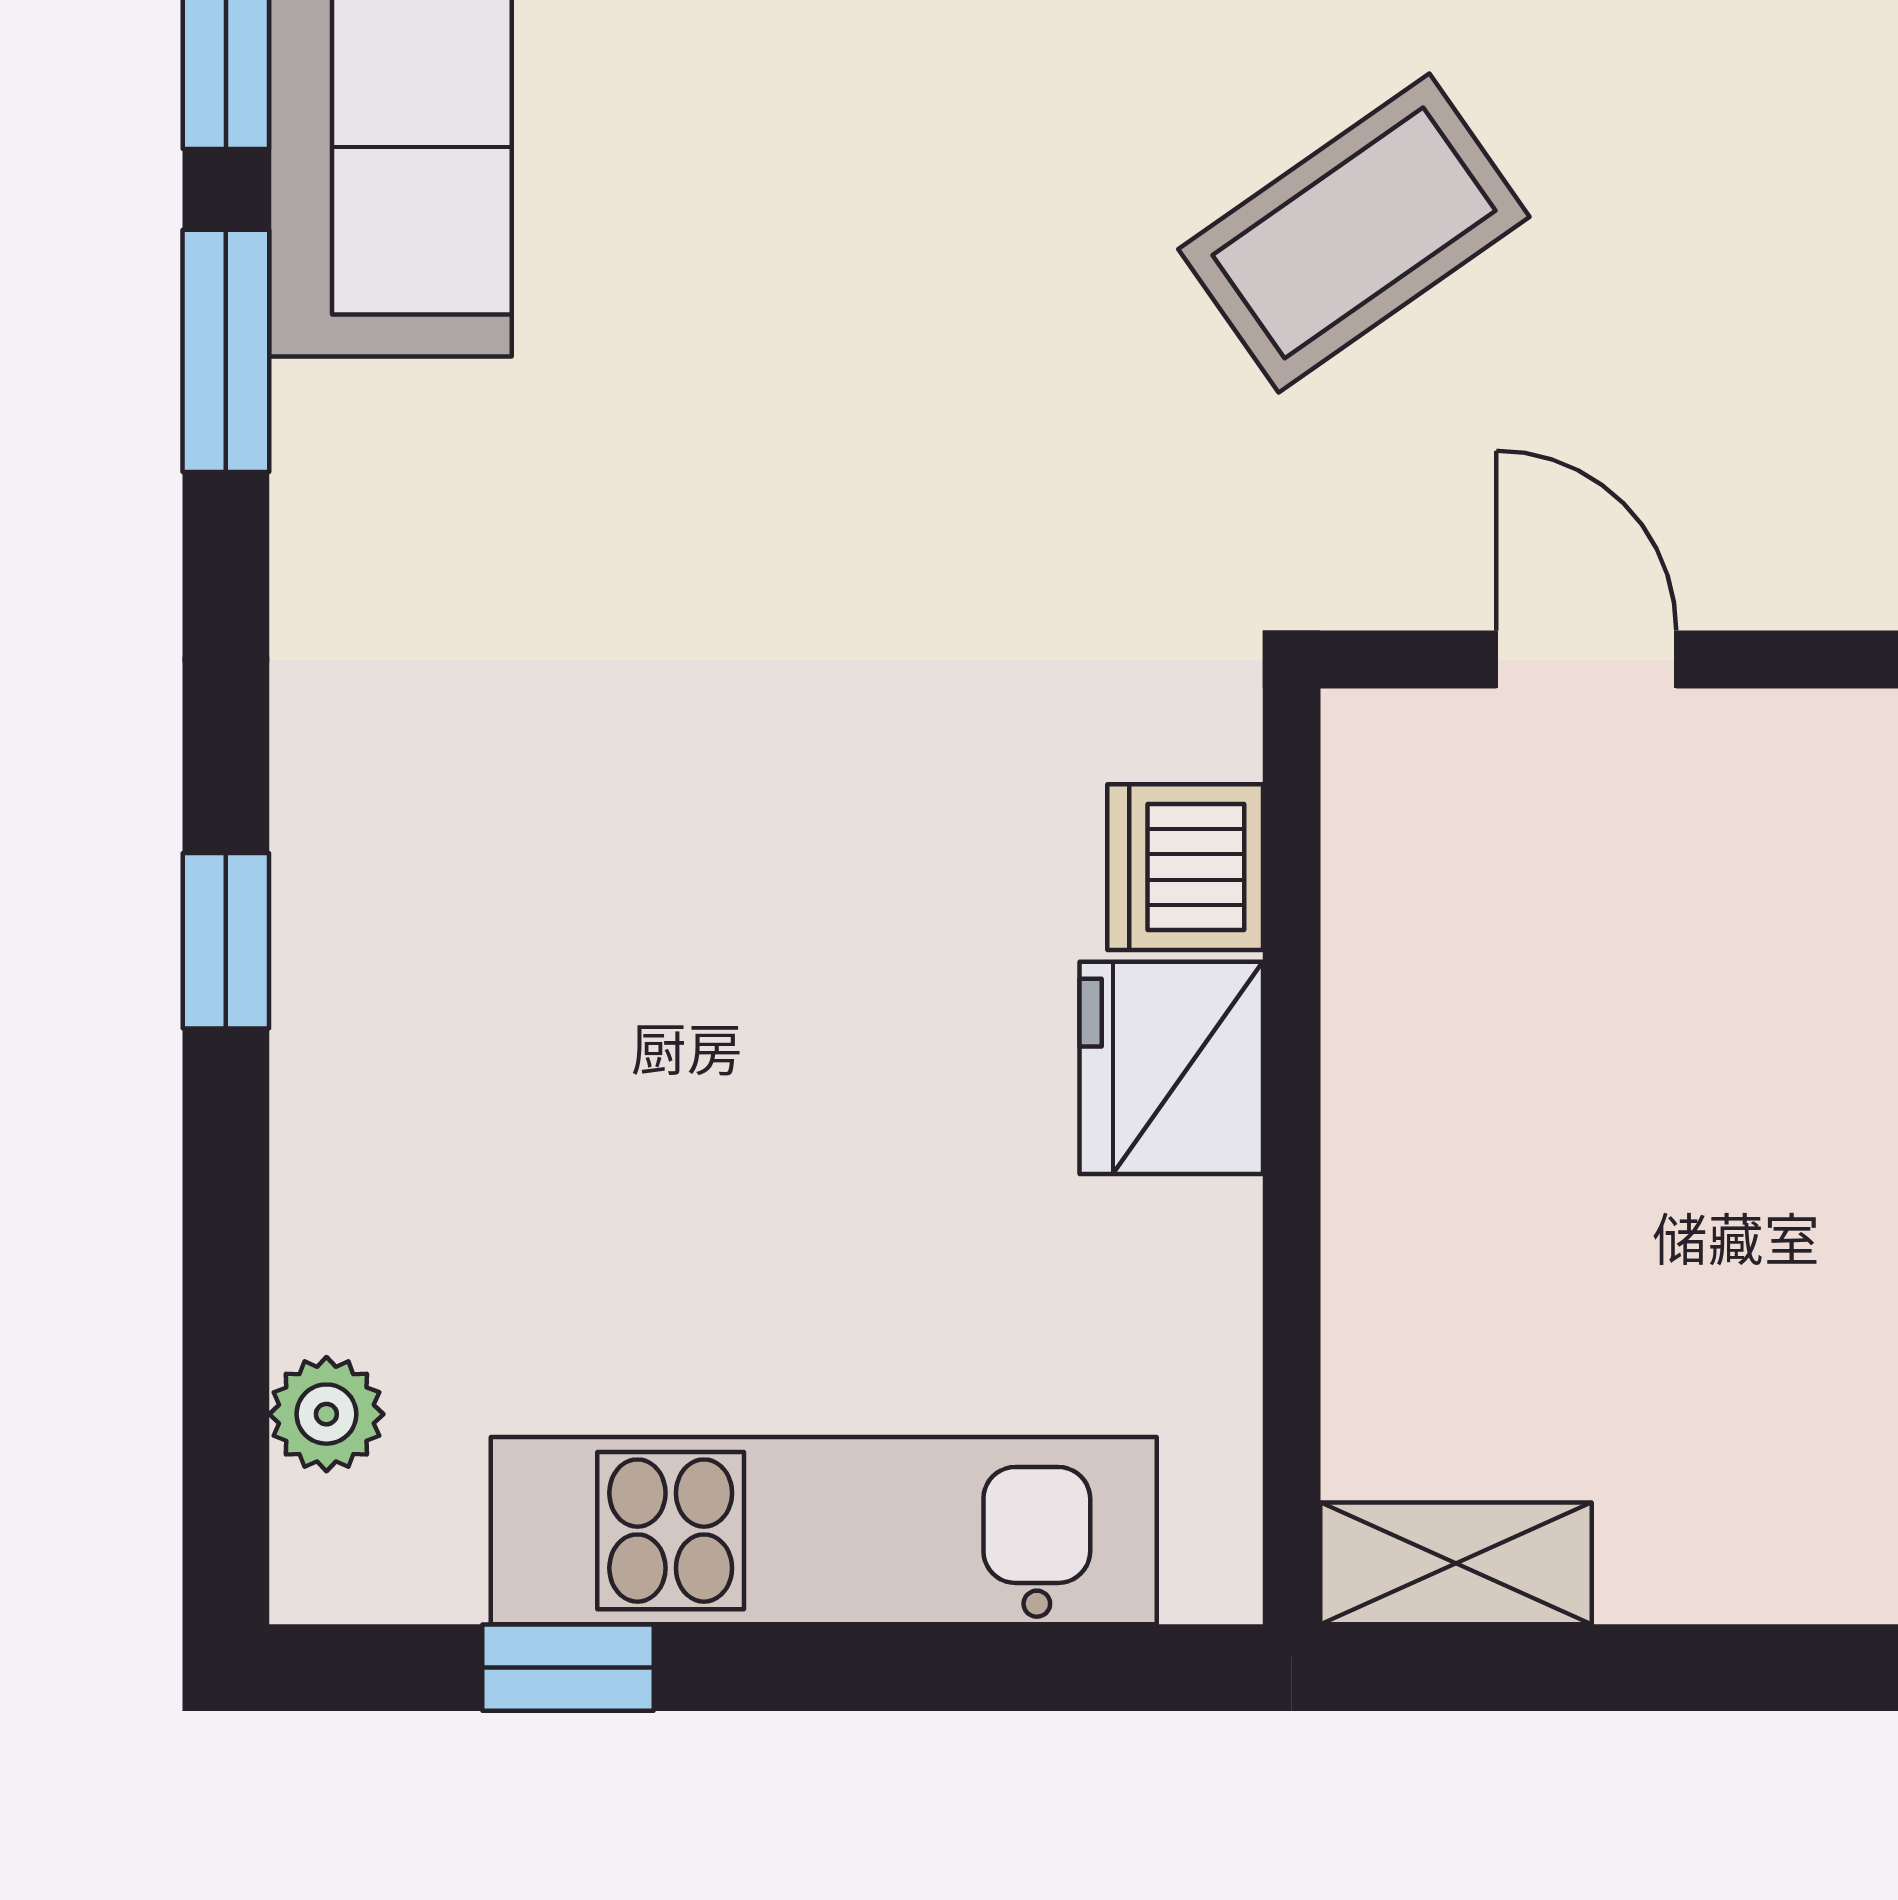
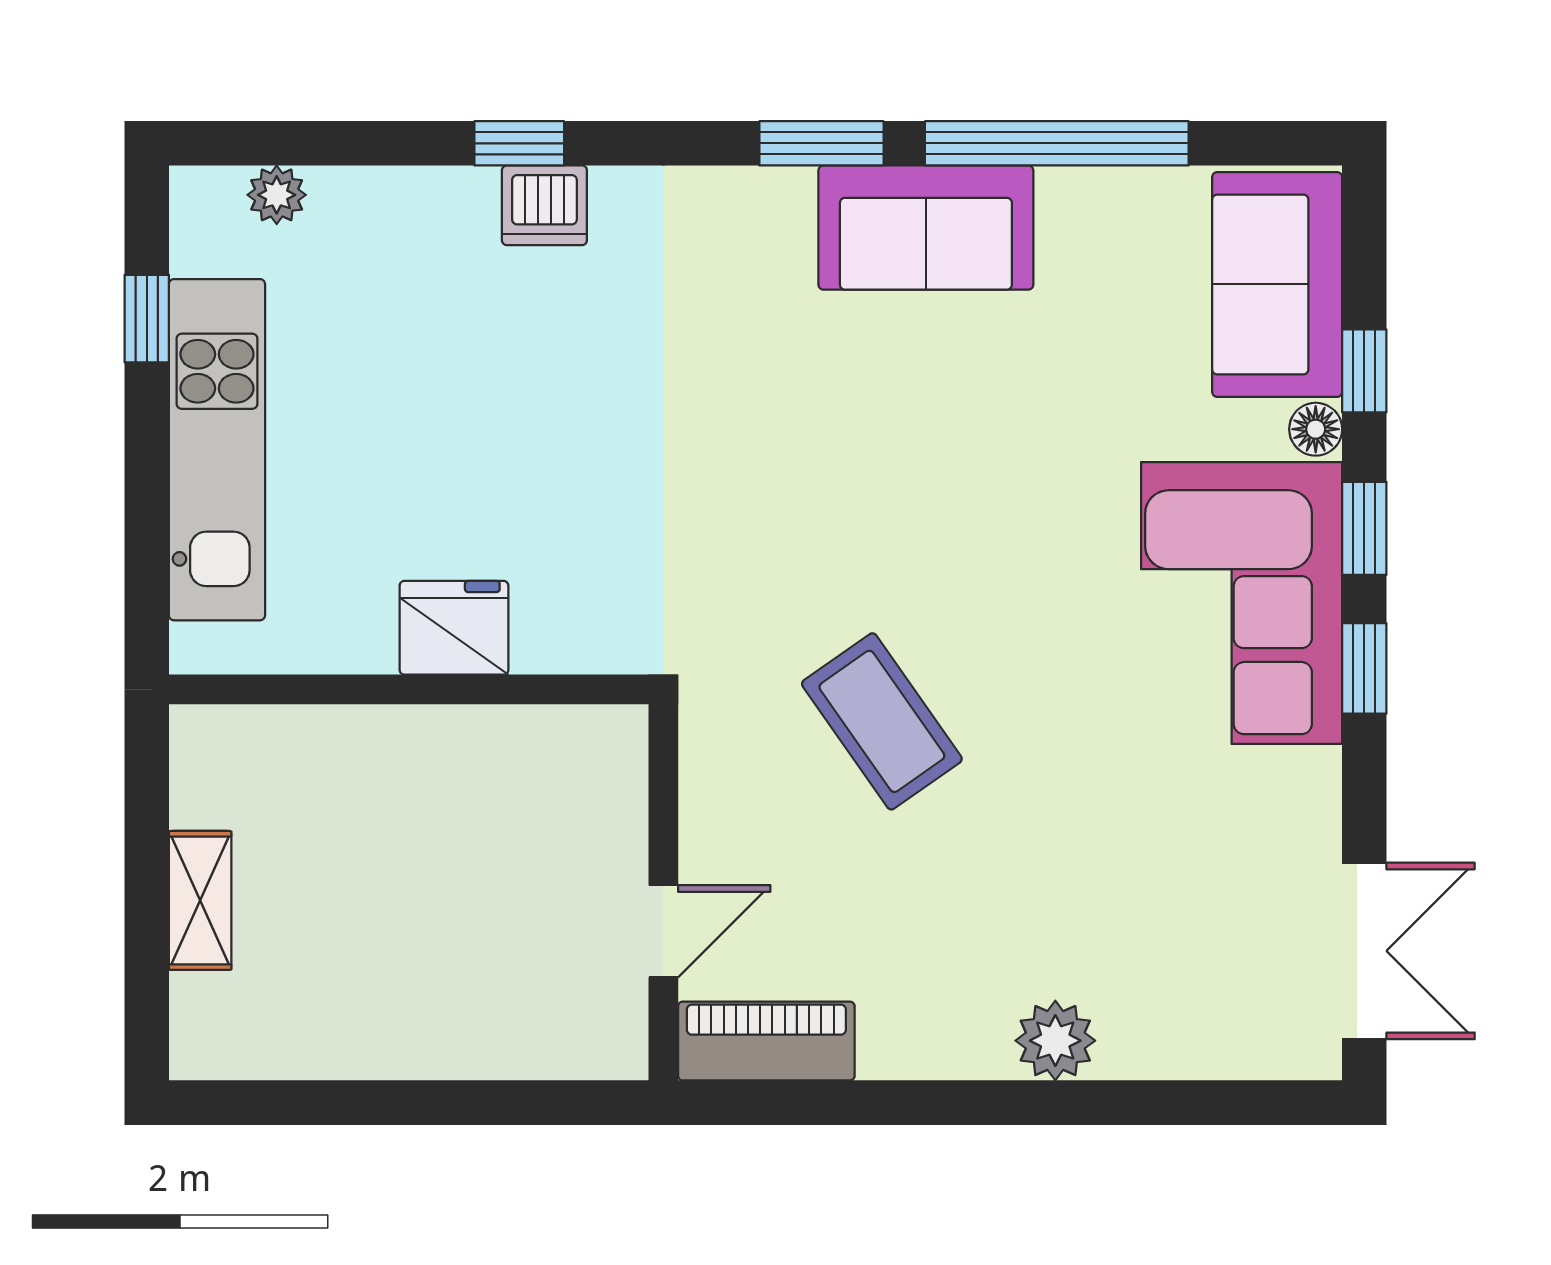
door: (1586, 660) -> (663, 931), moved
dishwasher: (1185, 867) -> (544, 205), moved, turned 180
shelving: (1456, 1563) -> (200, 900), moved

